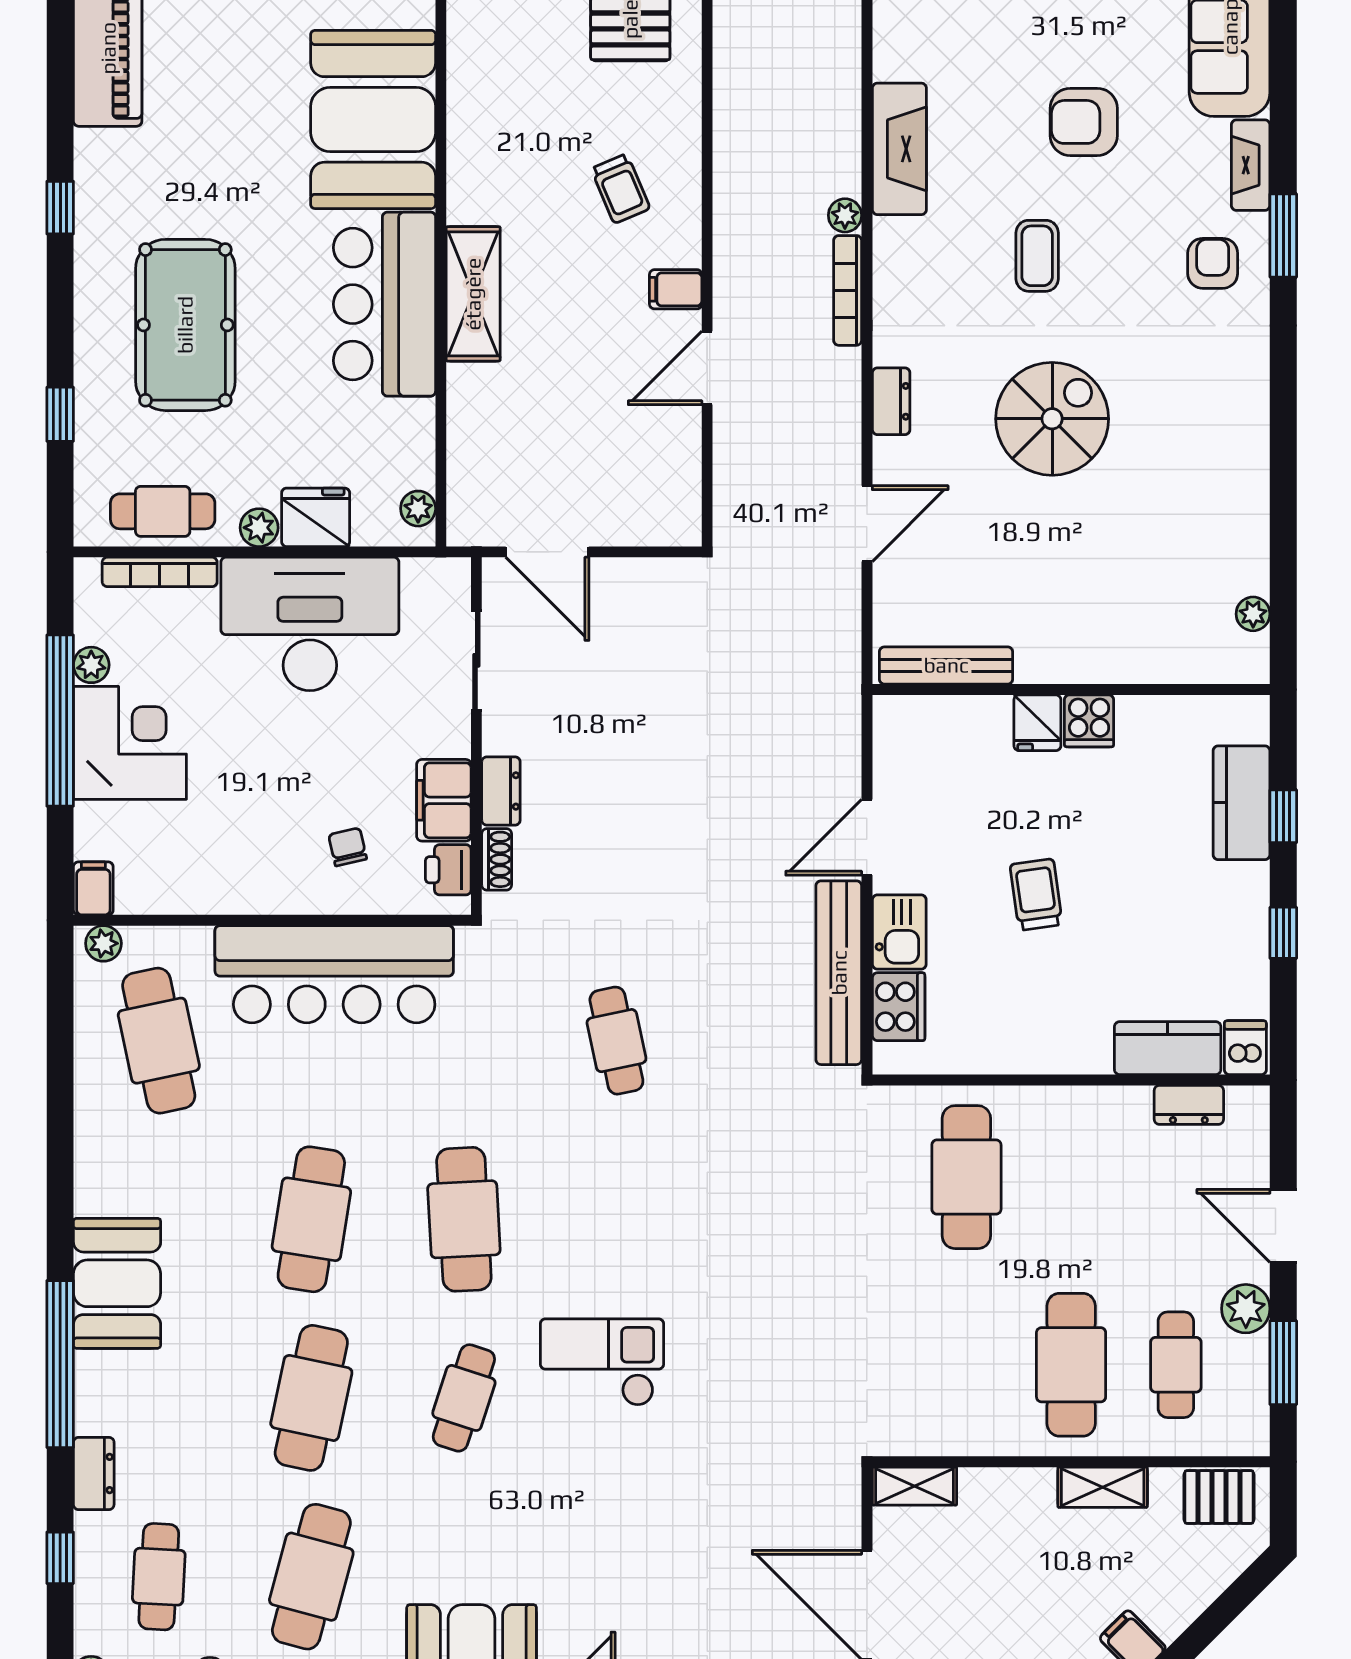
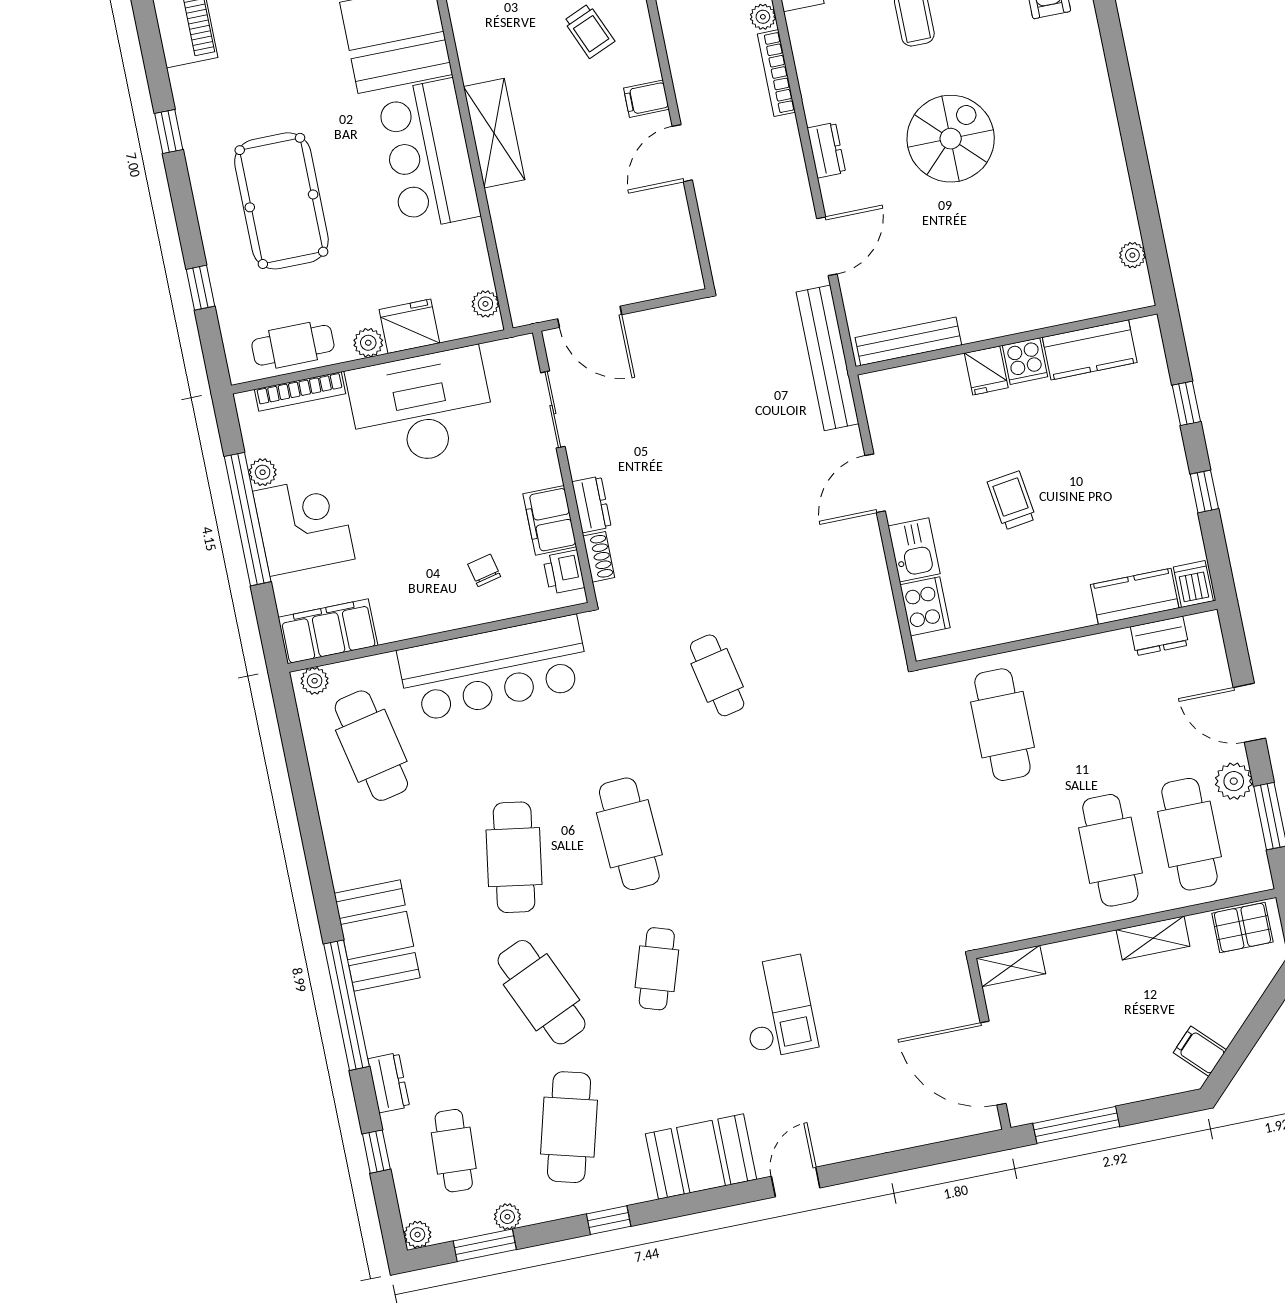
kitchen counter: (1241, 803) -> (1090, 350), moved, turned -90
filing cabinet: (93, 888) -> (328, 631), width x3.00, depth x1.17
bench: (839, 973) -> (827, 358), moved
checkout: (602, 1362) -> (777, 1007), moved, turned 90
cafe table: (1176, 1365) -> (1189, 834), width x1.37, depth x1.35
cafe table: (311, 1398) -> (542, 992), turned -36

